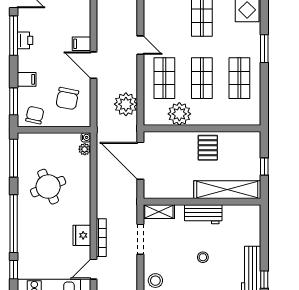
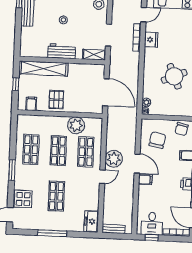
door: (140, 45) -> (102, 177), swing flipped
plant: (126, 104) -> (114, 159), moved
filing cabinet: (242, 141) -> (31, 104), added

